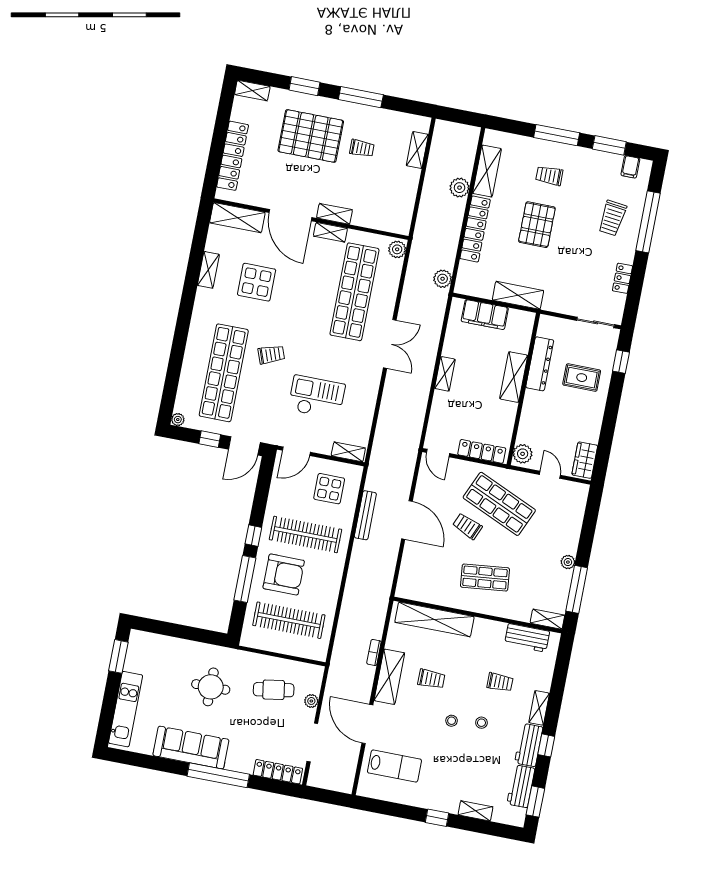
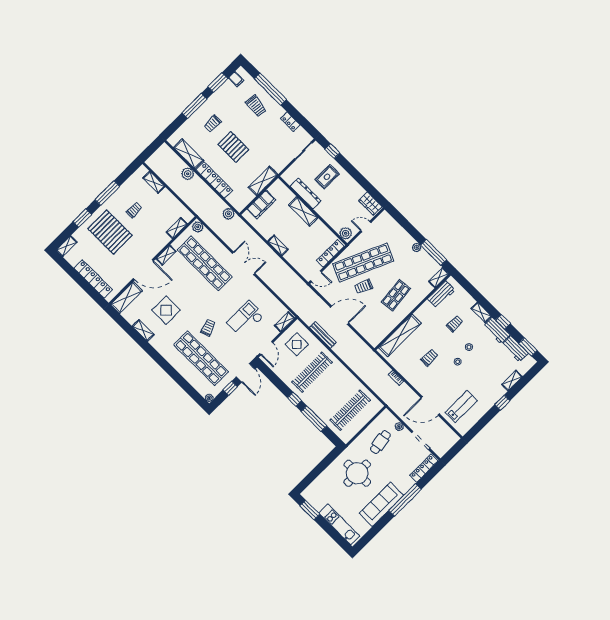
pallet: (311, 136) -> (110, 232), turned 90
shelving: (334, 214) -> (177, 228), moved
shop shelf: (499, 504) -> (363, 262), width x1.40
armchair: (284, 574) -> (325, 397), removed
shelving: (389, 677) -> (414, 378), removed
round table: (211, 687) -> (357, 473), width x1.36, depth x1.36

